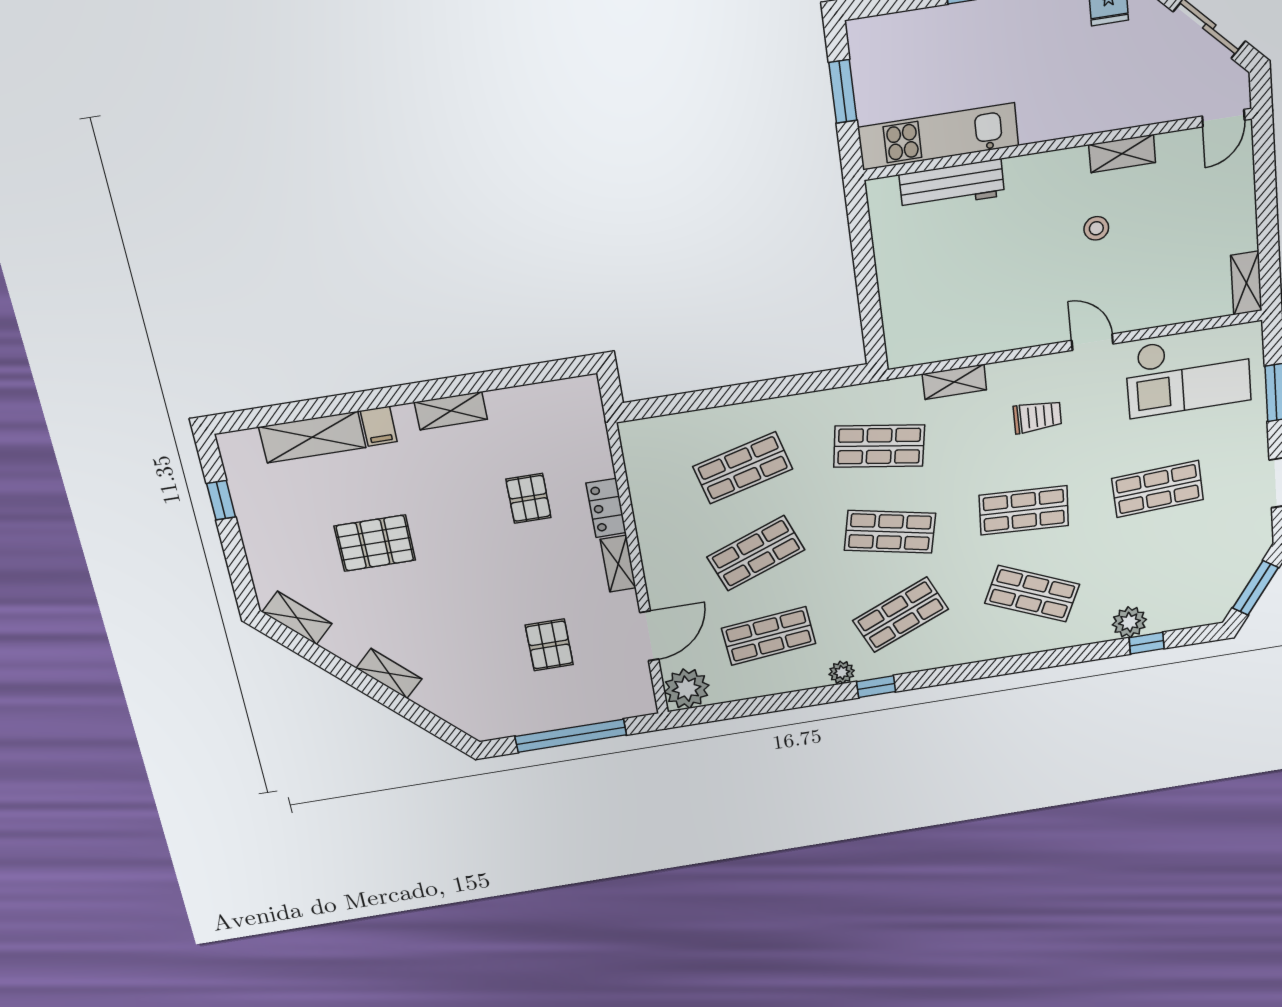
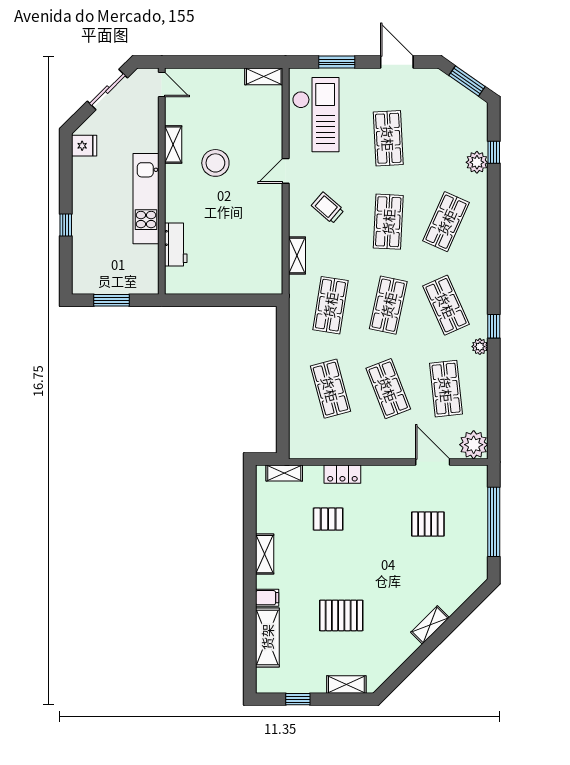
kitchen unit: (938, 136) -> (146, 199), moved
workbench: (952, 185) -> (176, 244), width x0.73
stool: (1096, 228) -> (215, 163), width x1.89, depth x1.89
trolley: (1037, 417) -> (328, 208), turned -49
pallet: (375, 543) -> (341, 615), turned 90
shelving: (618, 564) -> (284, 473), moved
shelving: (297, 618) -> (346, 685), moved, turned 45

